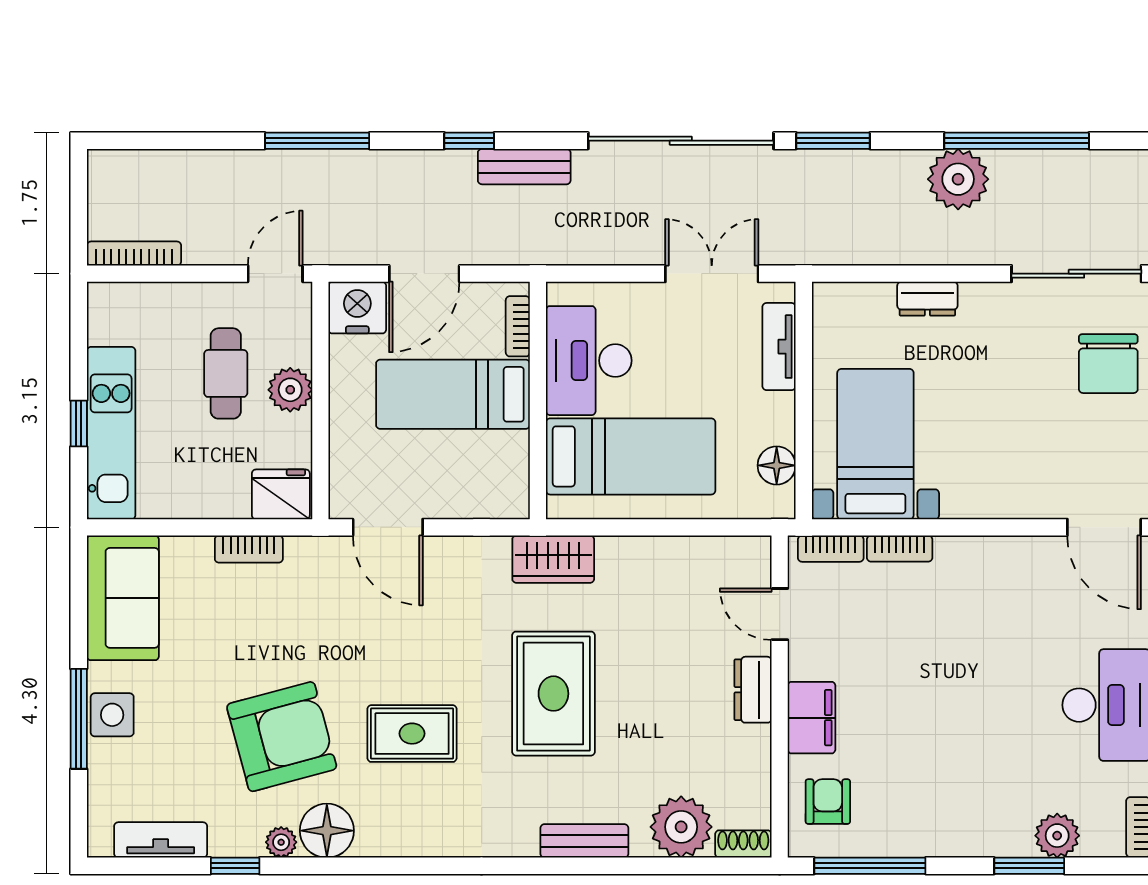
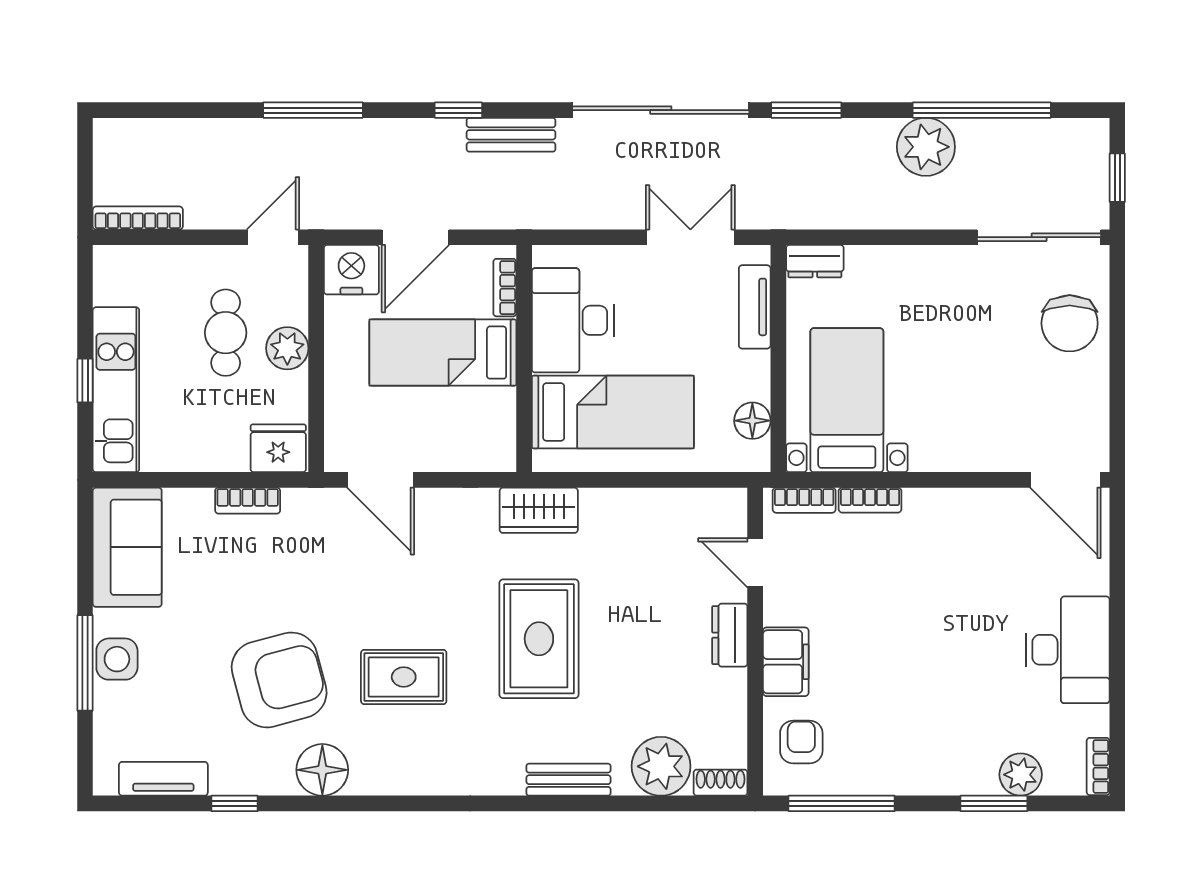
dresser: (927, 299) -> (815, 261), moved
plant: (281, 842) -> (279, 781), removed

